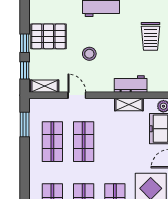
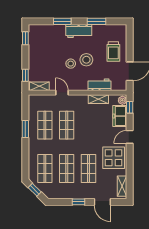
pallet: (48, 36) -> (42, 51), removed
window: (25, 43) -> (25, 38), moved
stool: (112, 48) -> (86, 60), added
window: (25, 125) -> (25, 129), moved

